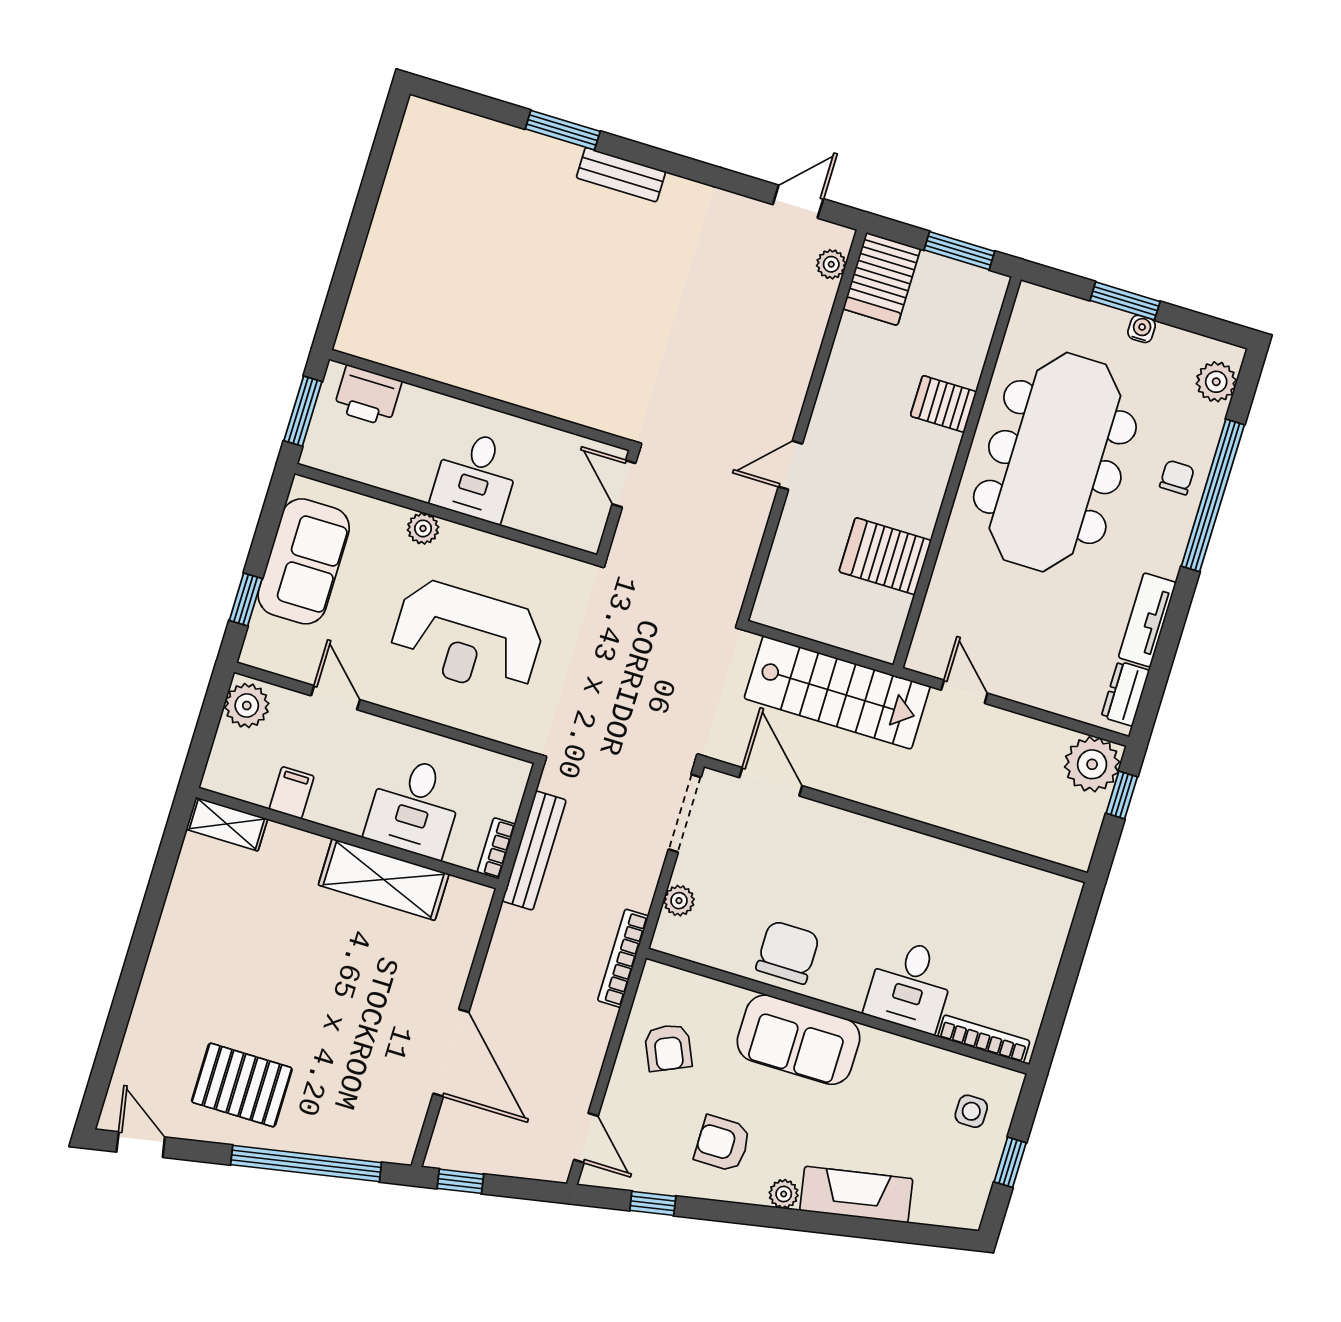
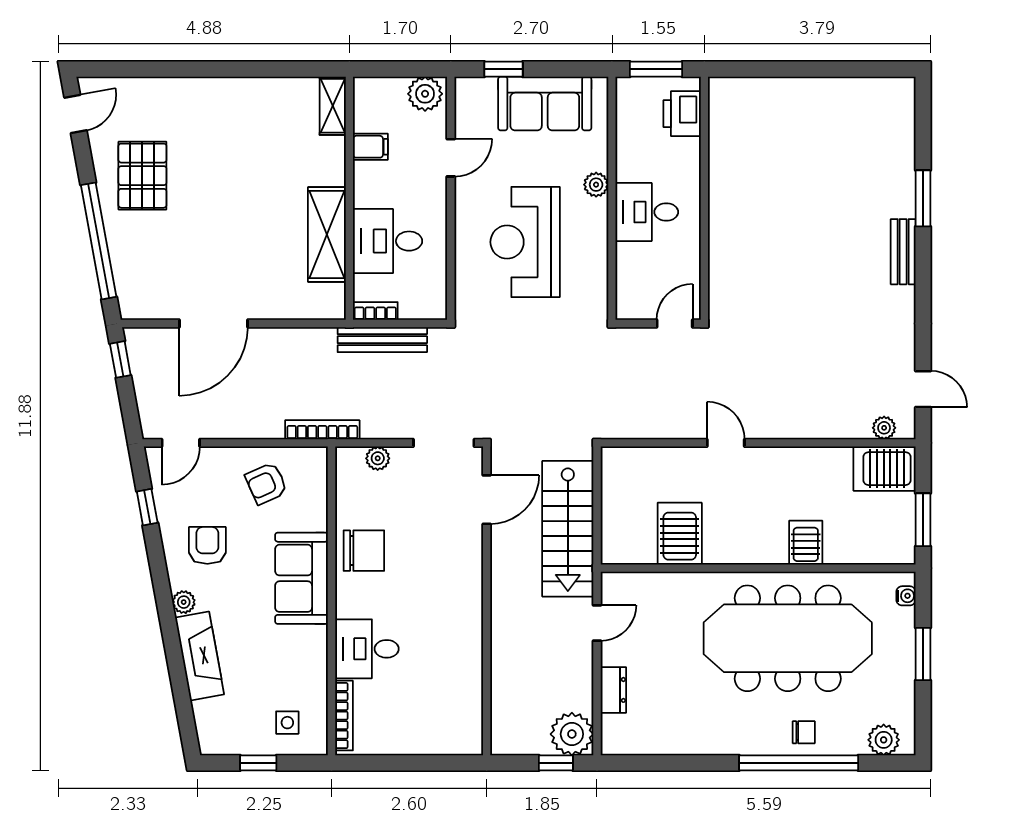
water cooler: (1142, 329) -> (906, 596), moved
tv unit: (1147, 620) -> (691, 742), removed
dresser: (1125, 694) -> (613, 690), moved, turned 90

